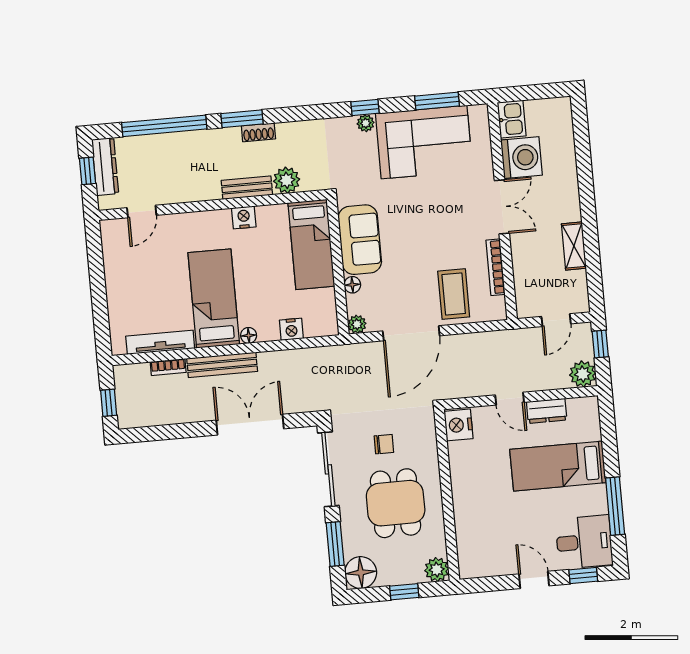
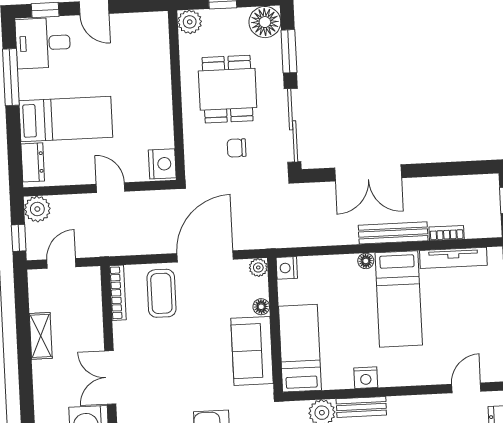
bookcase: (496, 267) -> (118, 293), moved
nightstand: (291, 329) -> (287, 268), moved, turned -90
dresser: (547, 411) -> (33, 162), moved, turned 90

